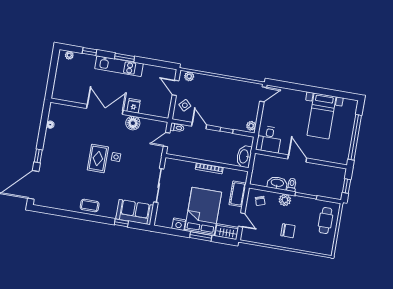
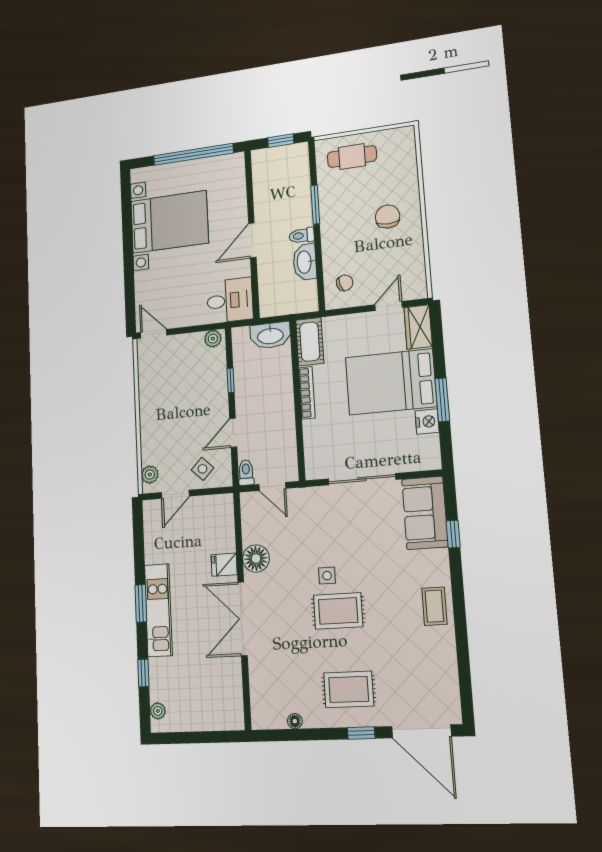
bed with nightstands: (322, 116) -> (169, 222), width x1.36
rug: (60, 155) -> (349, 689), added
cot: (238, 194) -> (310, 342), moved, turned 90
plant: (285, 200) -> (332, 239), removed
window: (201, 236) -> (442, 400), moved

